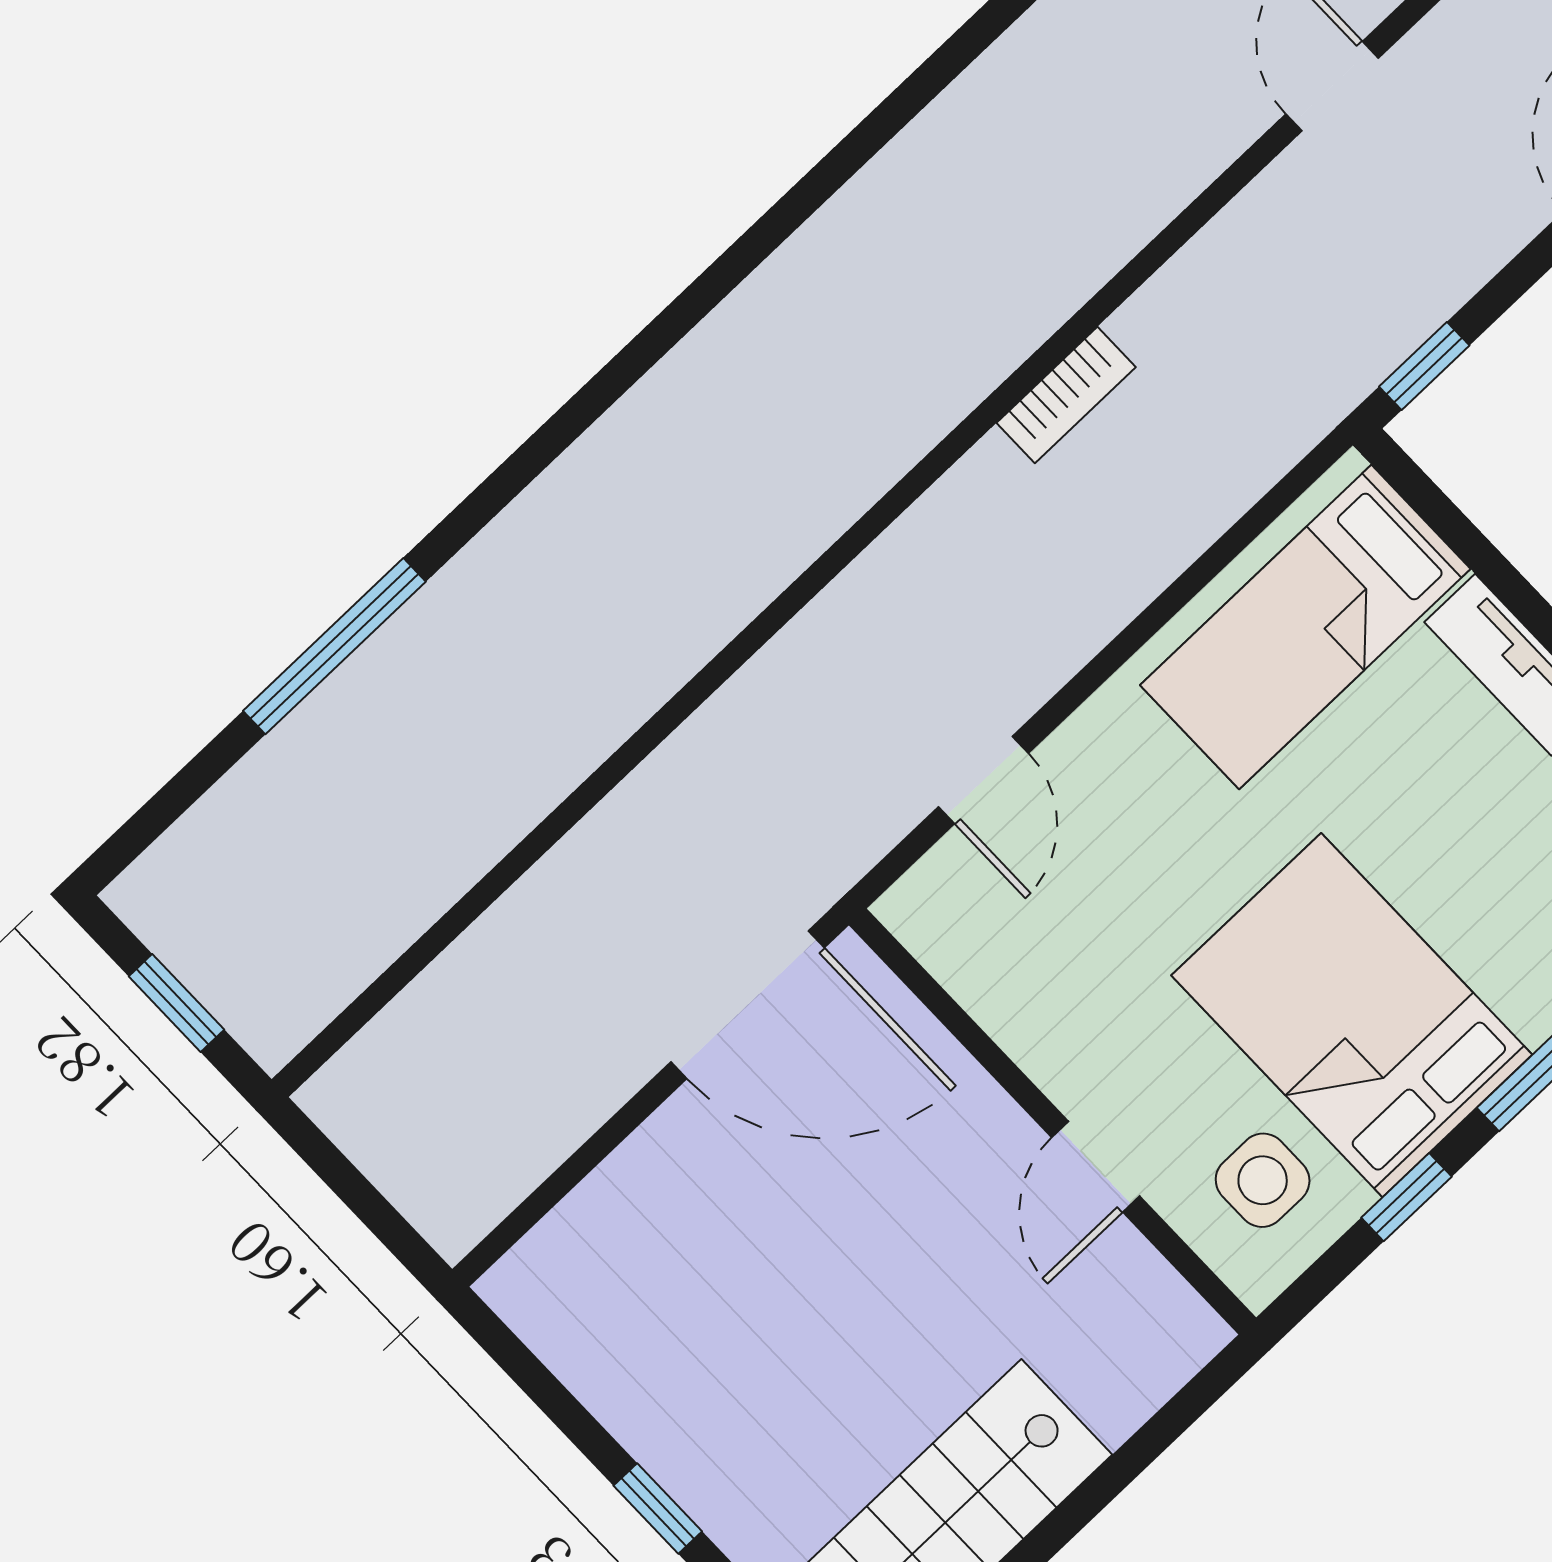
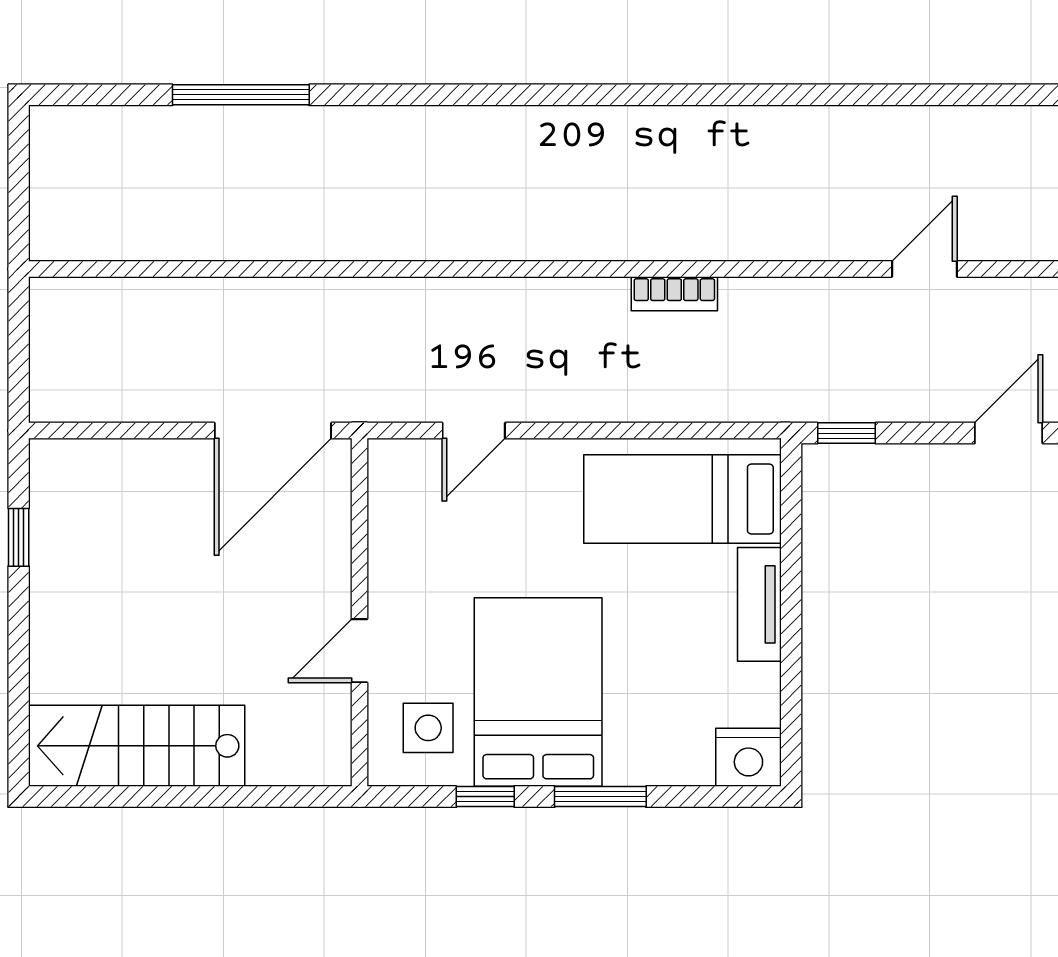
window: (176, 1003) -> (19, 187), removed
door: (748, 1005) -> (273, 431), hinge flipped
window: (658, 1508) -> (19, 537), moved

